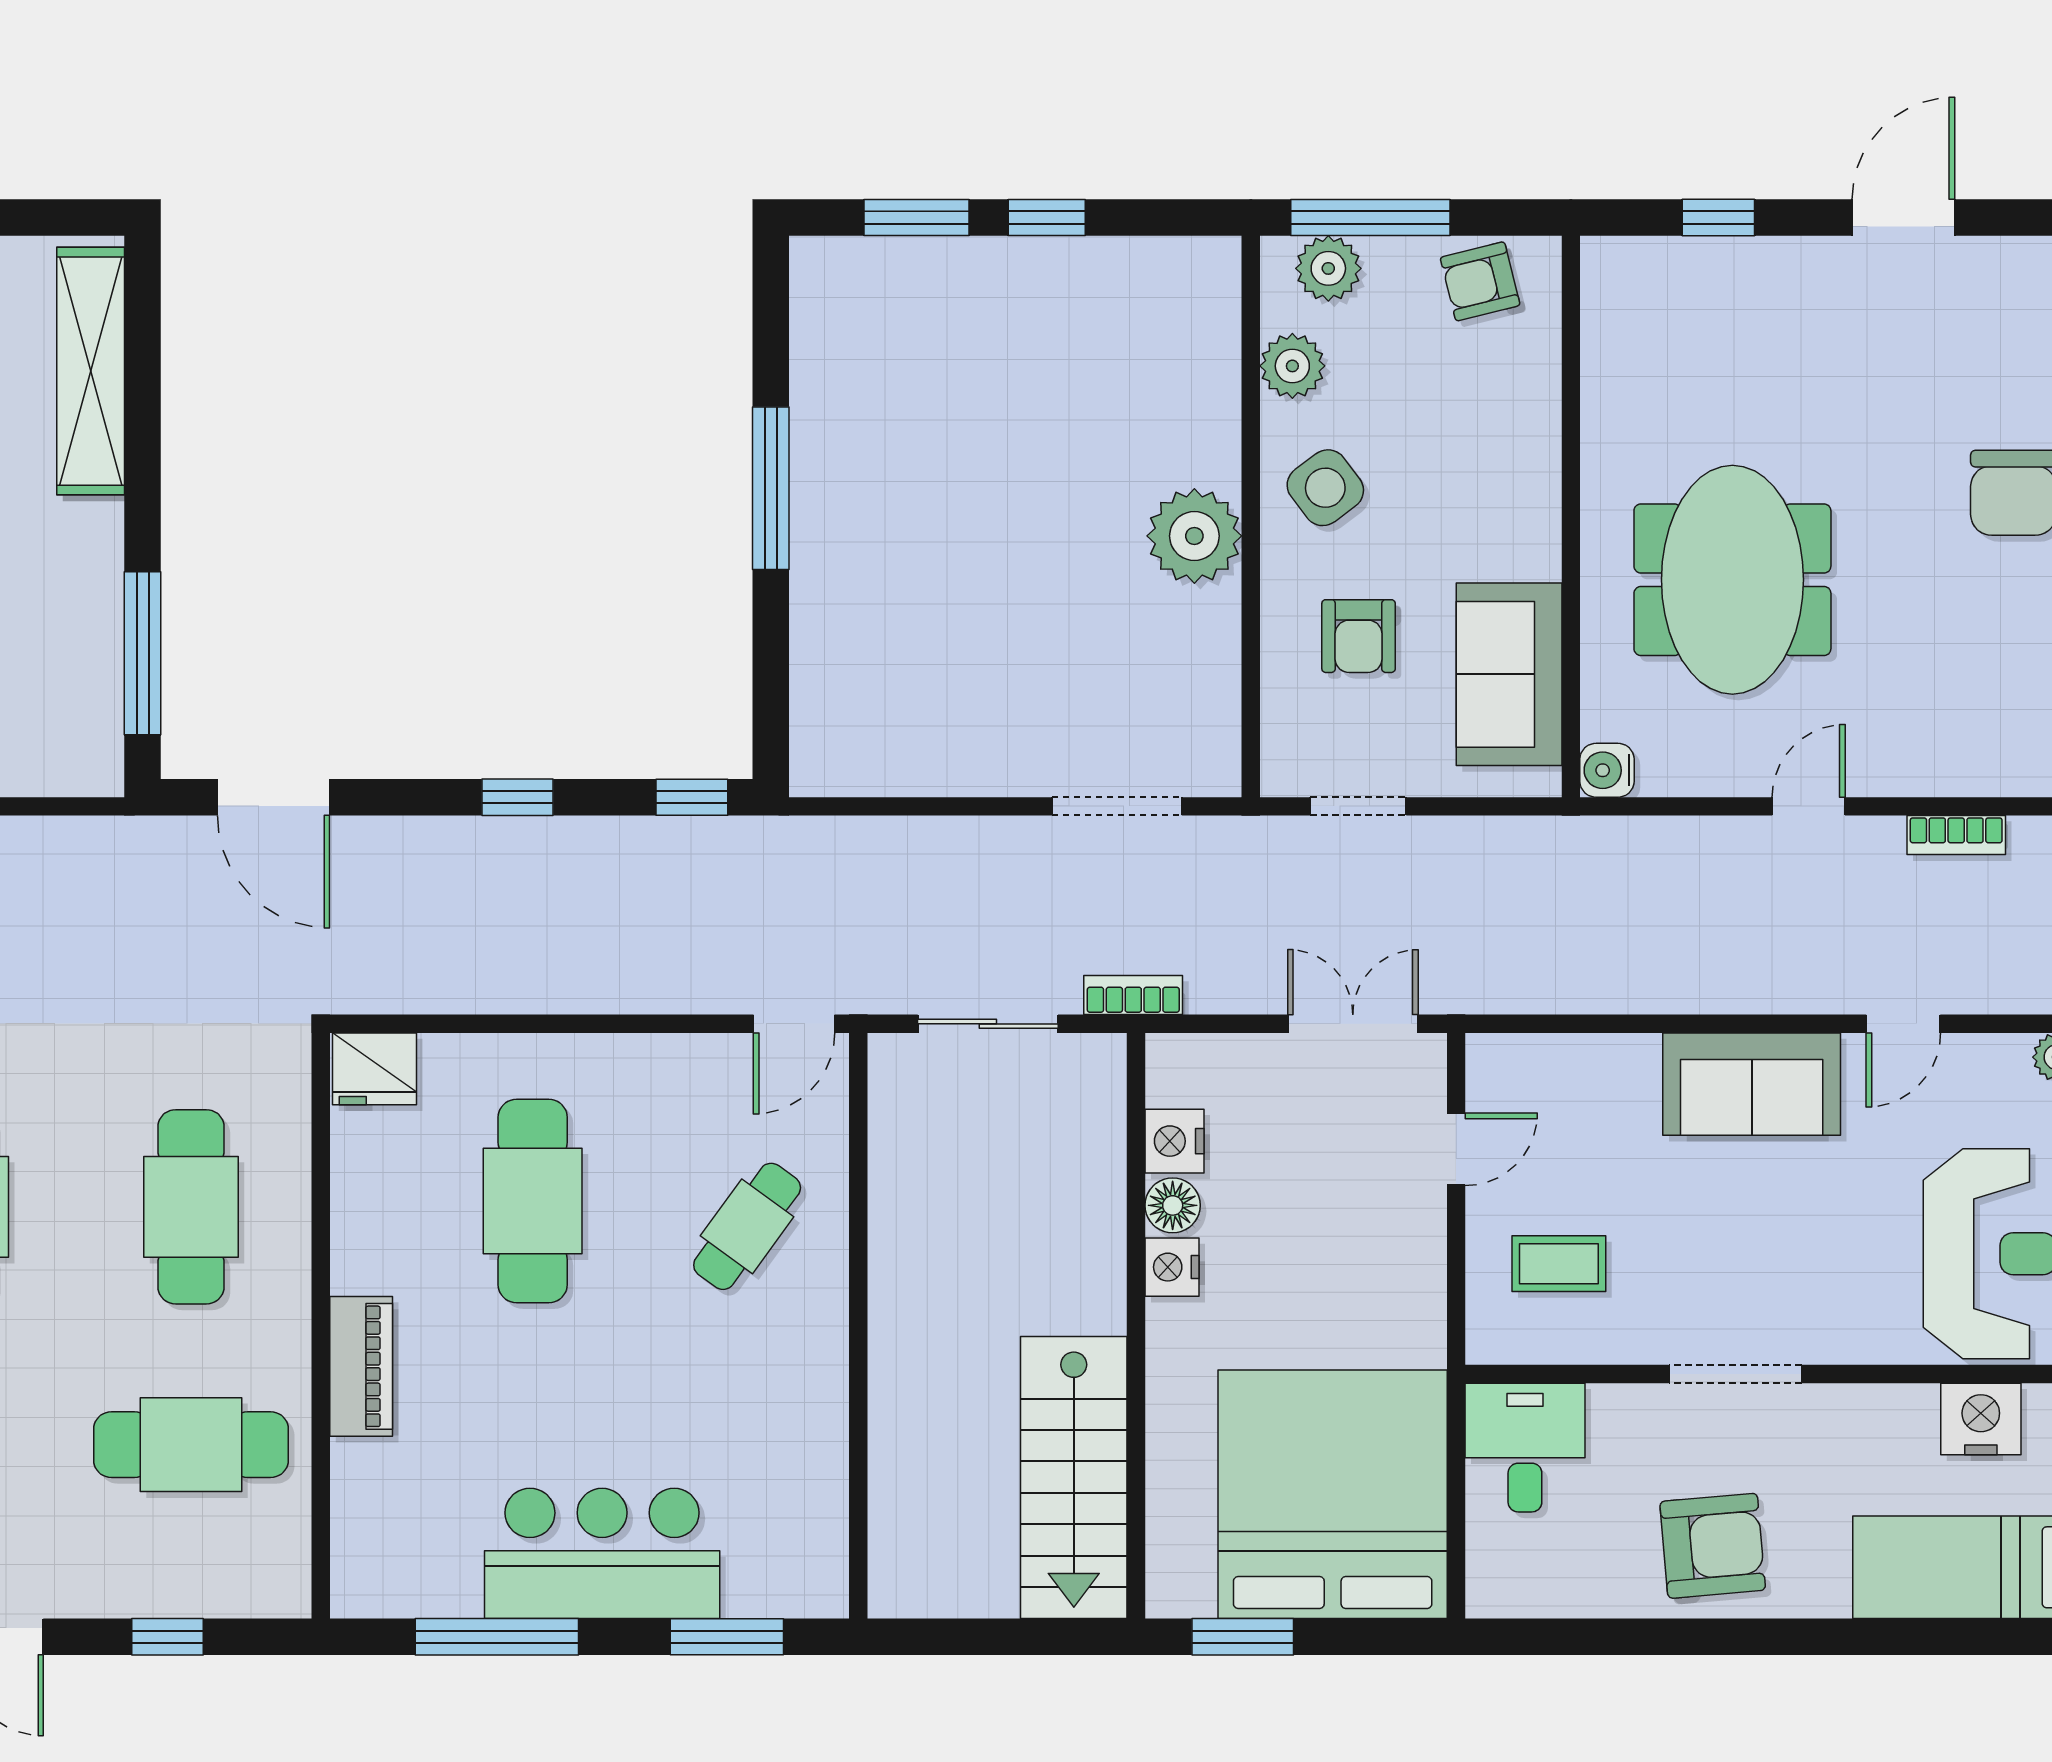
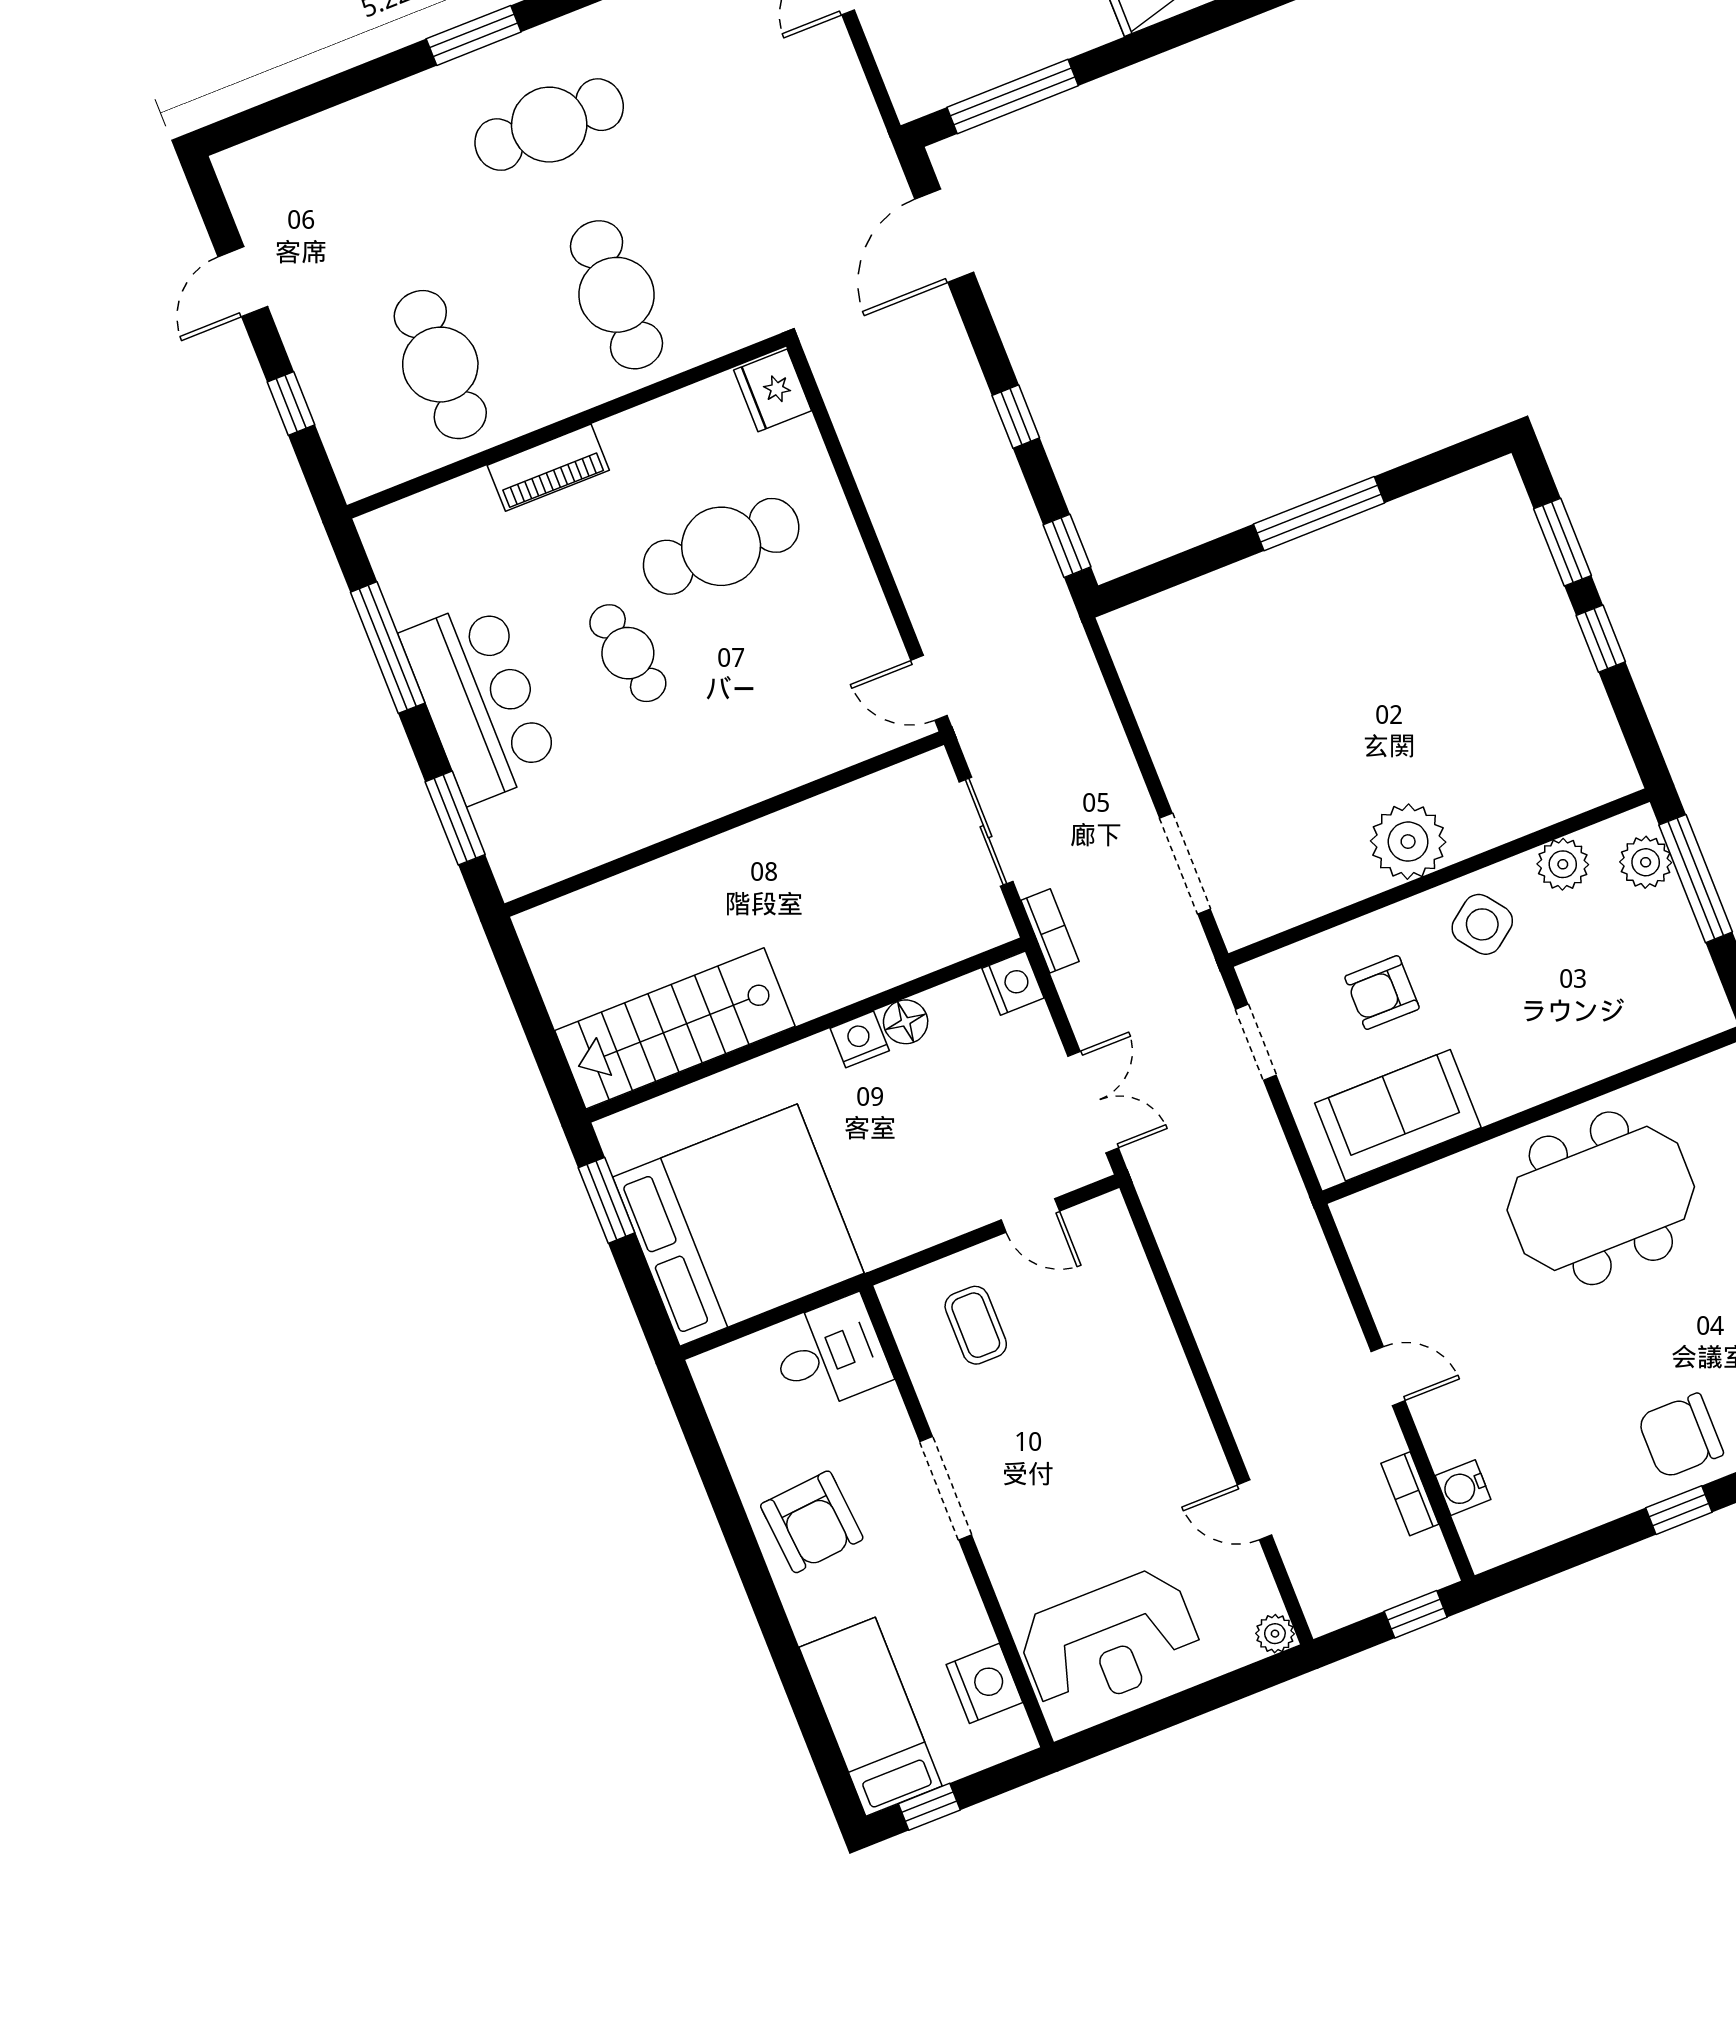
armchair: (1480, 281) -> (1681, 979), removed
meeting table: (1732, 580) -> (1601, 1198), moved
water cooler: (1607, 770) -> (1463, 1488), moved, turned -90
sofa: (1752, 1084) -> (1165, 1415), removed
nightstand: (1175, 1141) -> (1013, 983), moved, turned 90
cafe table: (191, 1207) -> (617, 295), turned 90
cafe table: (747, 1226) -> (628, 653), moved, turned 43

